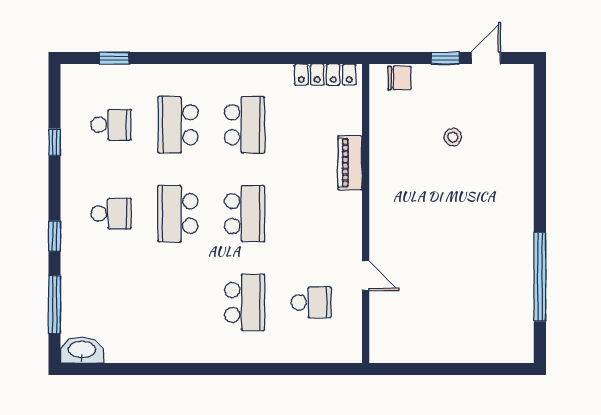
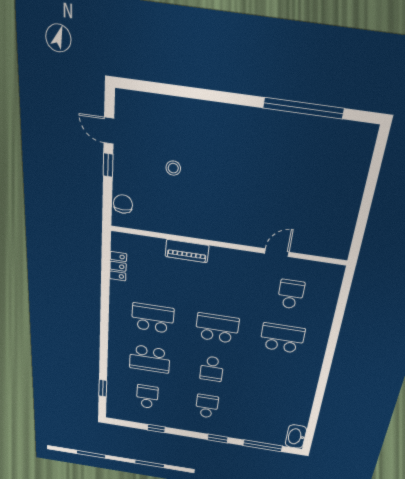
locker: (325, 75) -> (118, 266), width x0.66
school desk: (178, 214) -> (212, 369), width x0.54

